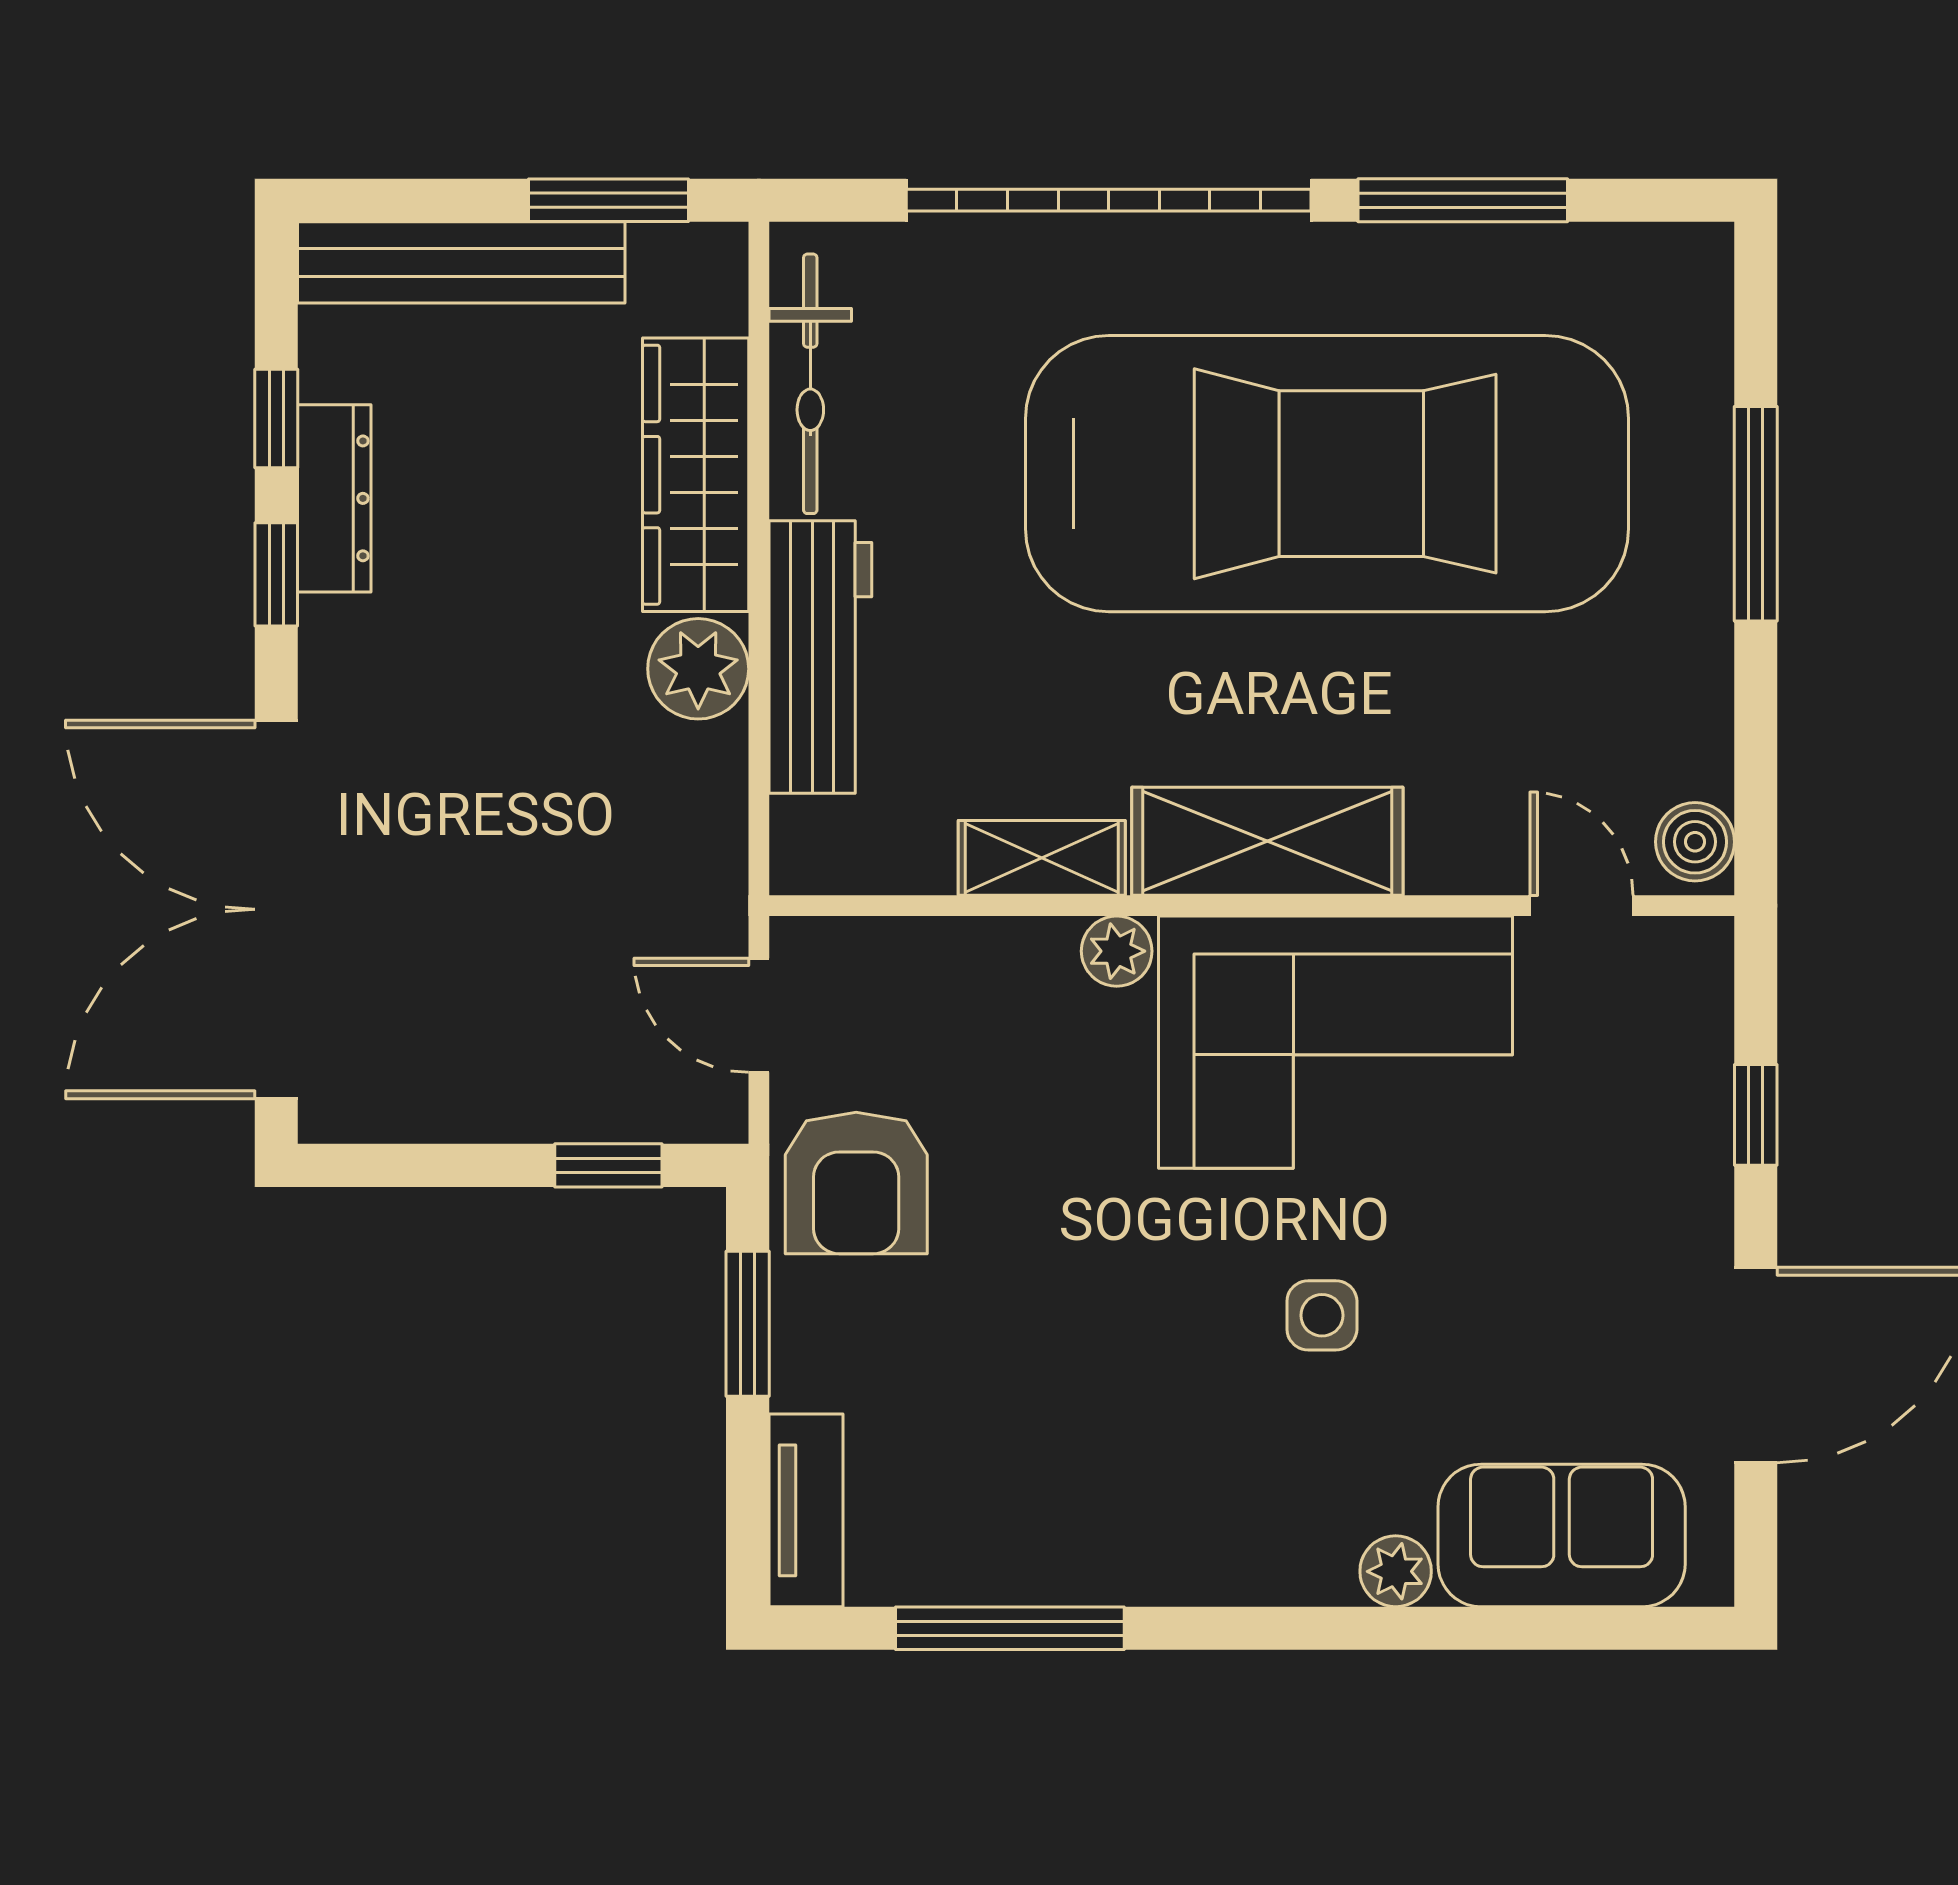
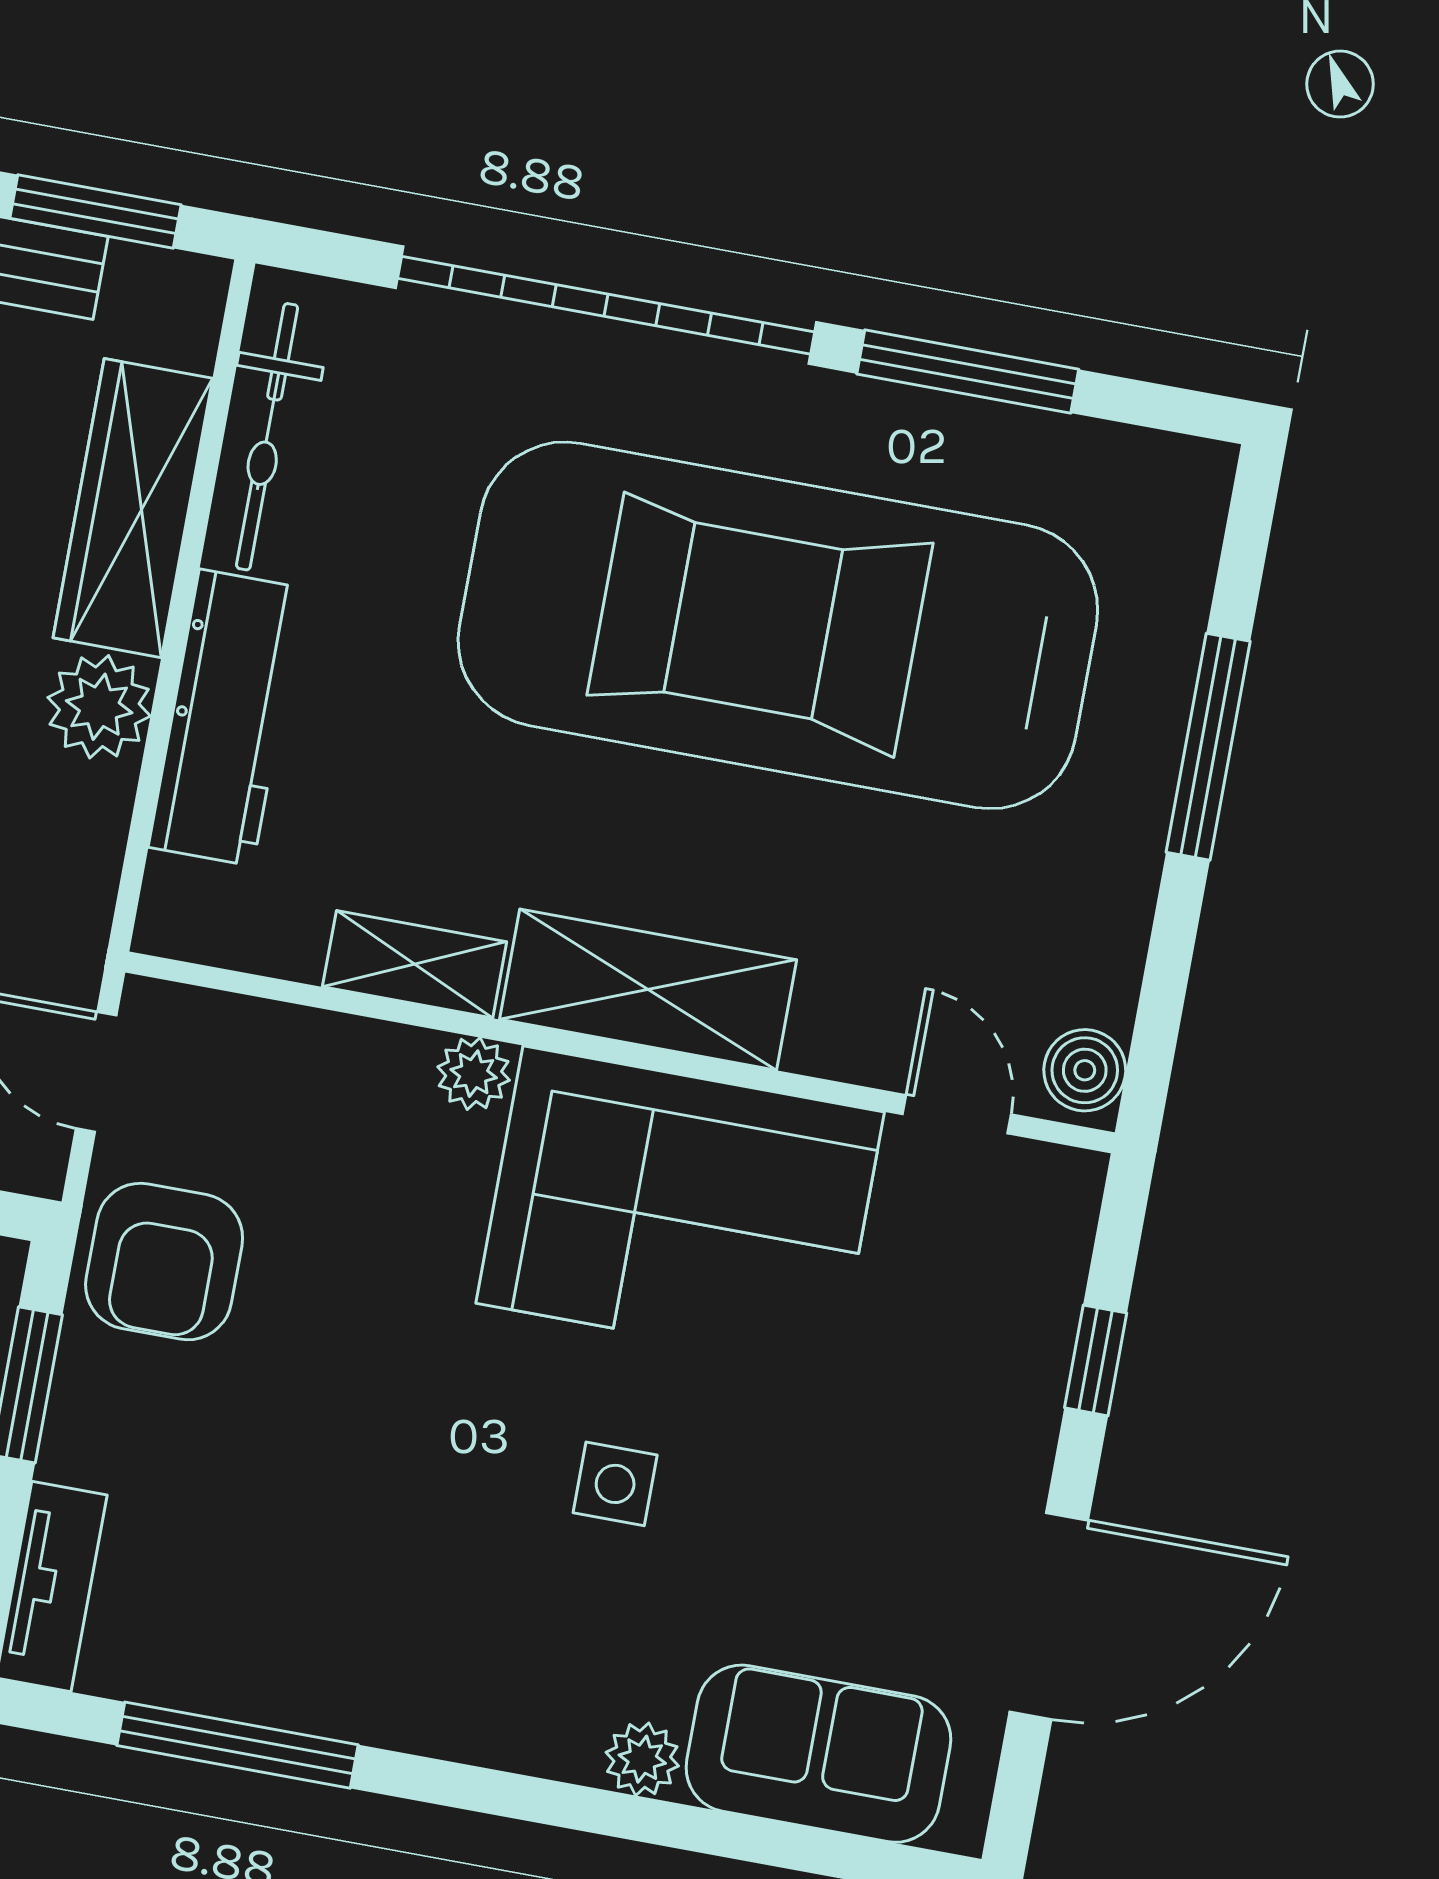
car: (1327, 474) -> (778, 625), turned 180

